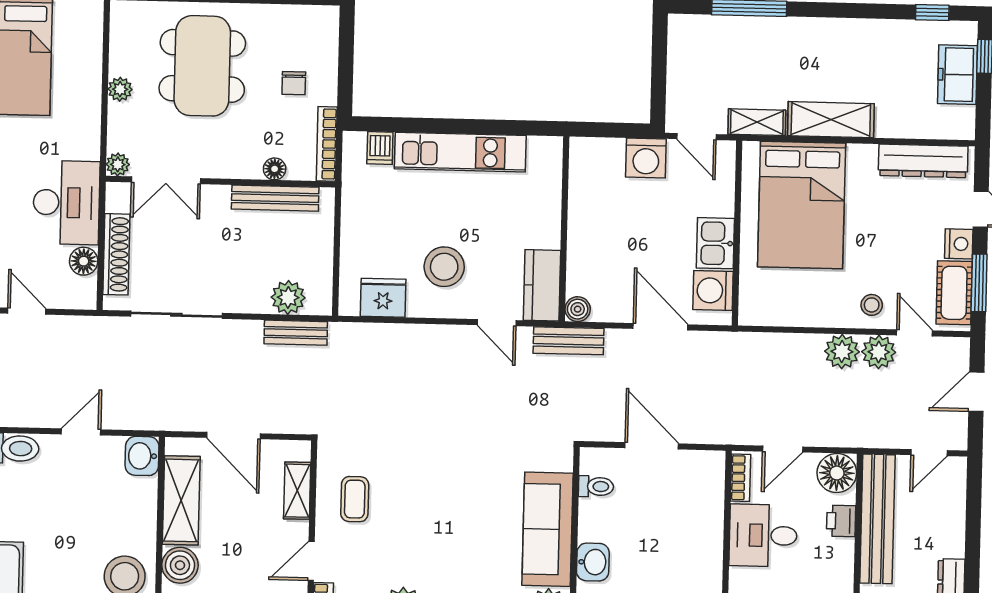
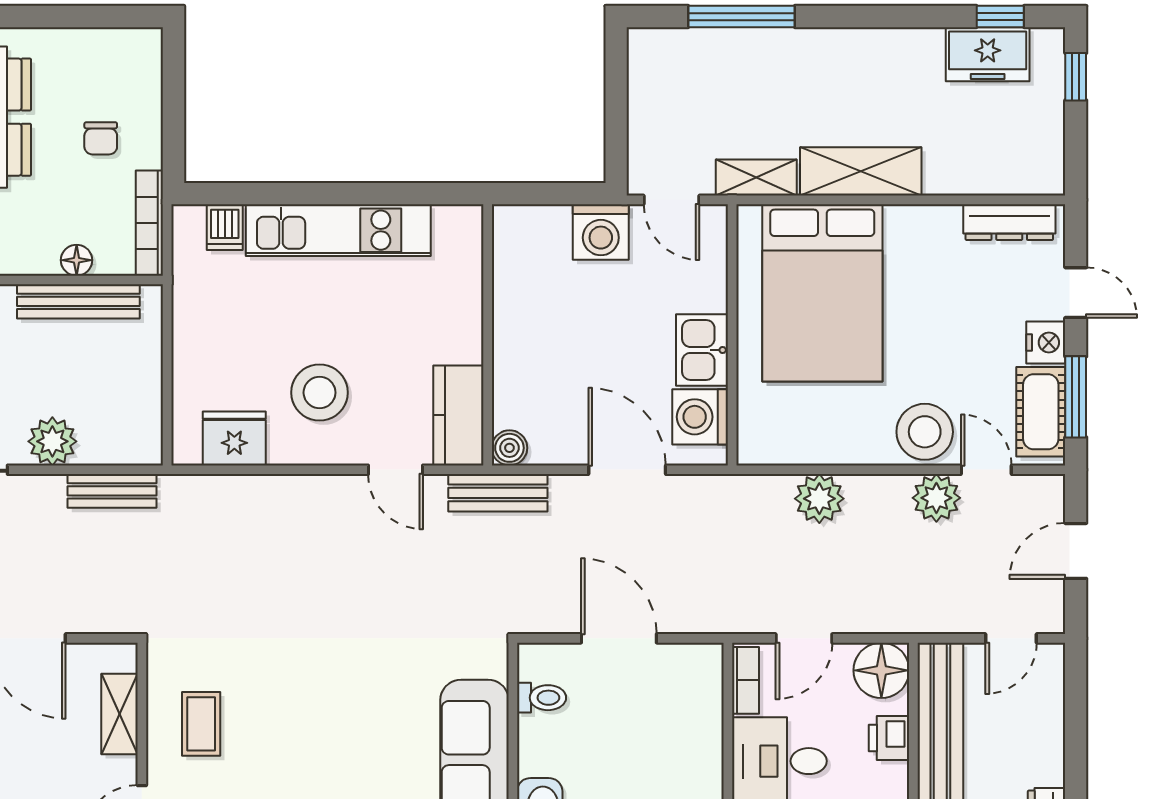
freezer: (957, 75) -> (988, 54), moved, turned -90
dresser: (923, 161) -> (1009, 222), width x0.73, depth x0.80
plant: (288, 297) -> (52, 441), moved
stool: (872, 305) -> (925, 432), width x1.89, depth x1.89
plant: (842, 352) -> (819, 499), moved

